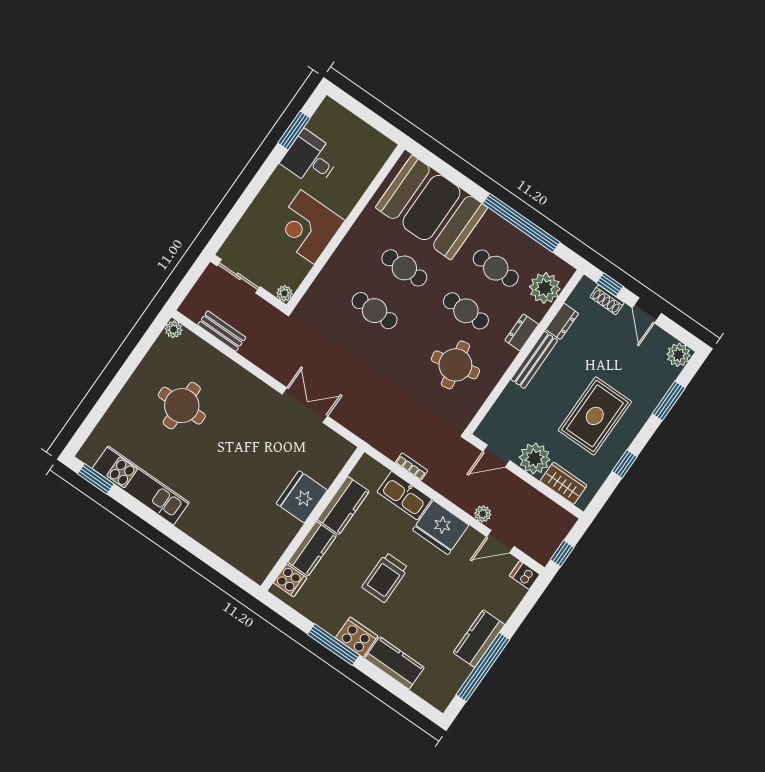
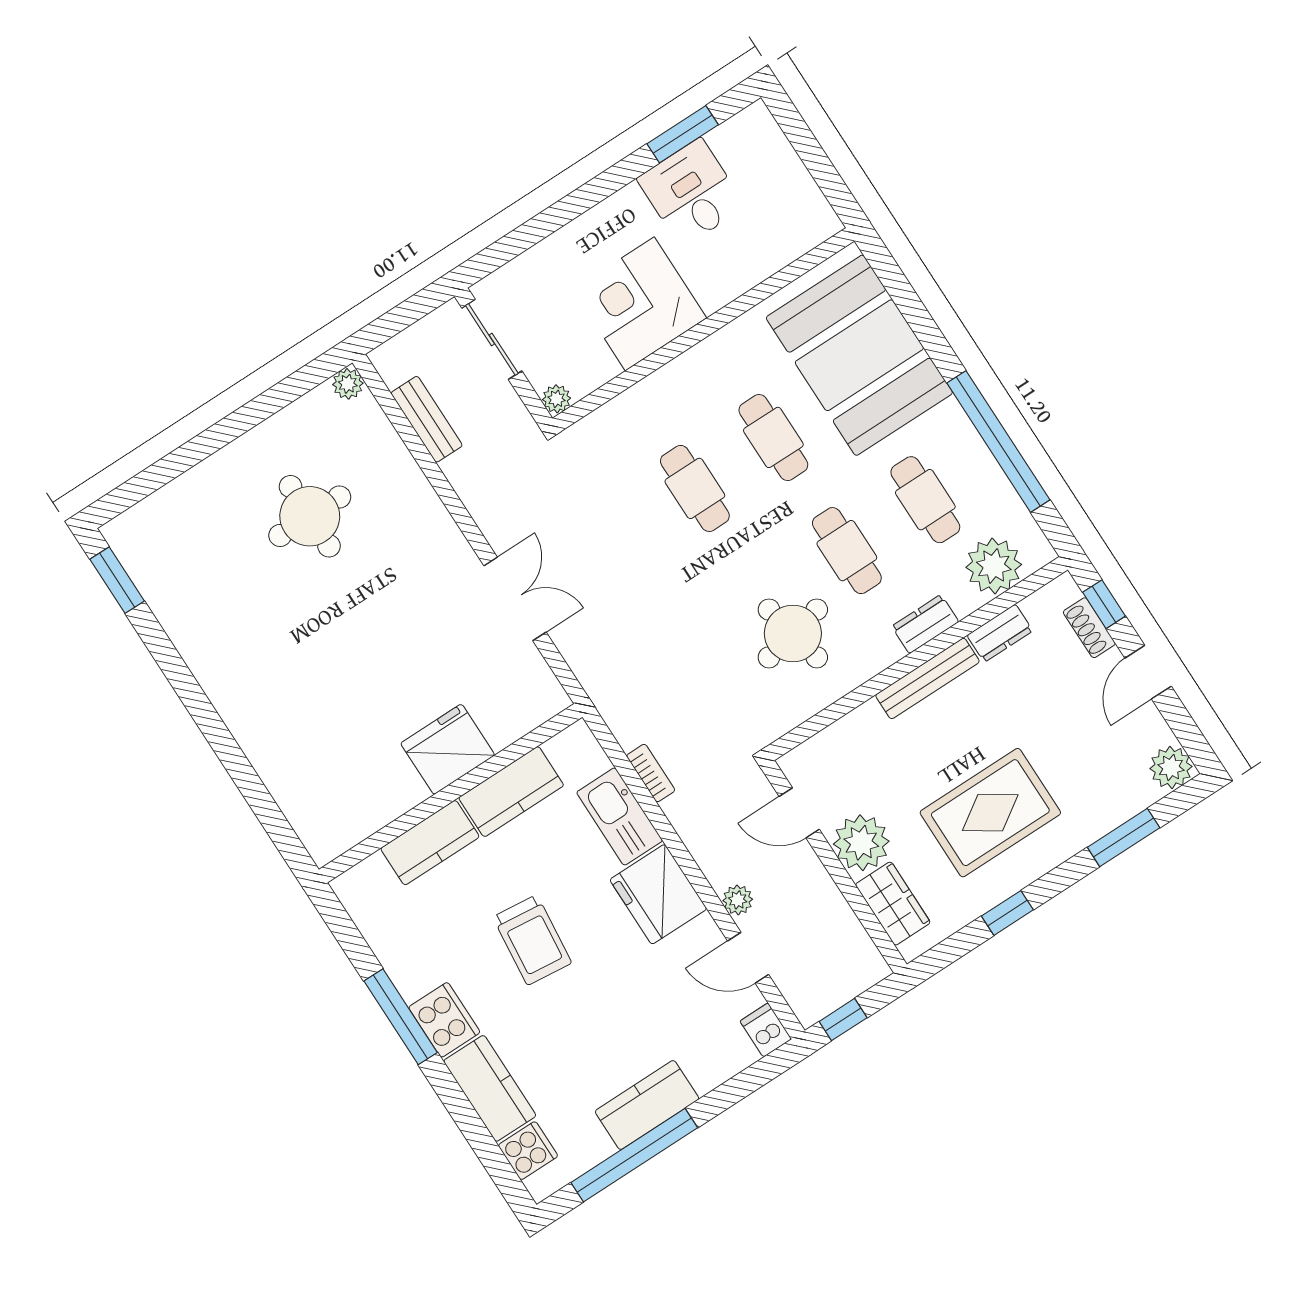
kitchen unit: (141, 485) -> (187, 621), removed
trolley: (385, 578) -> (532, 940), turned -84
cooker: (290, 580) -> (528, 1151), moved, turned -90

